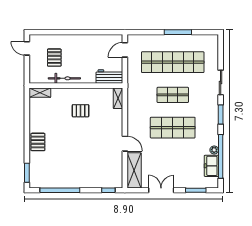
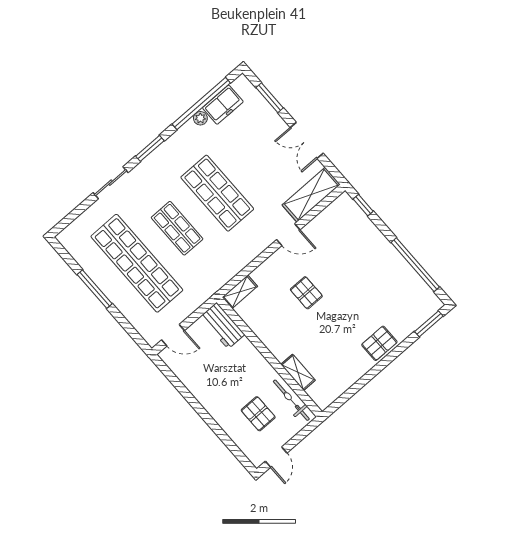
pallet: (54, 58) -> (258, 414), turned 90
bicycle: (64, 78) -> (291, 400), moved
shelving: (40, 93) -> (298, 372), moved
pallet: (81, 111) -> (306, 293), moved
door: (125, 144) -> (288, 235), swing flipped

